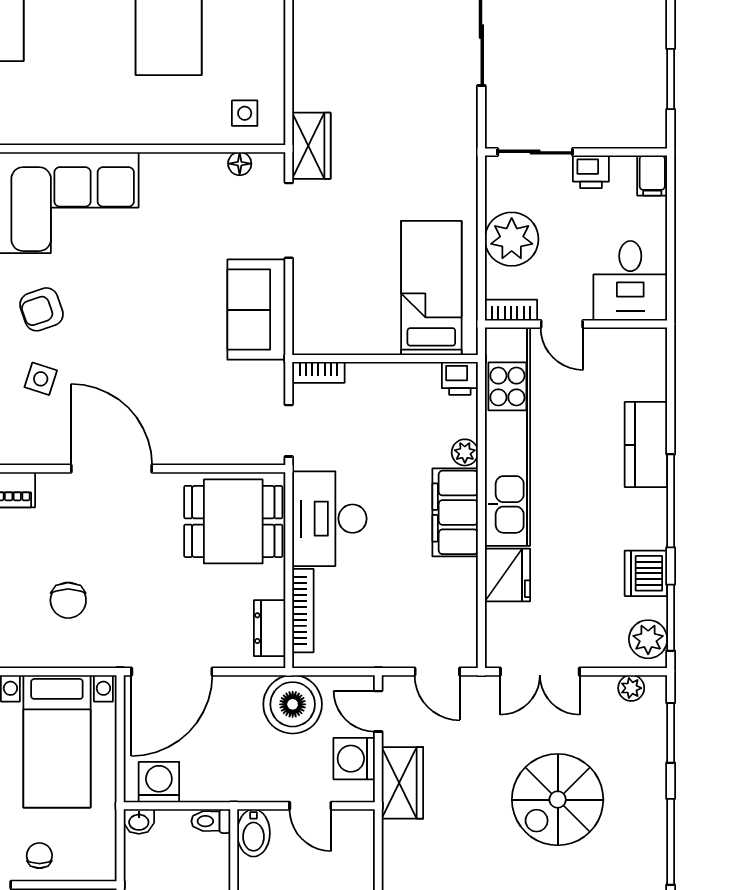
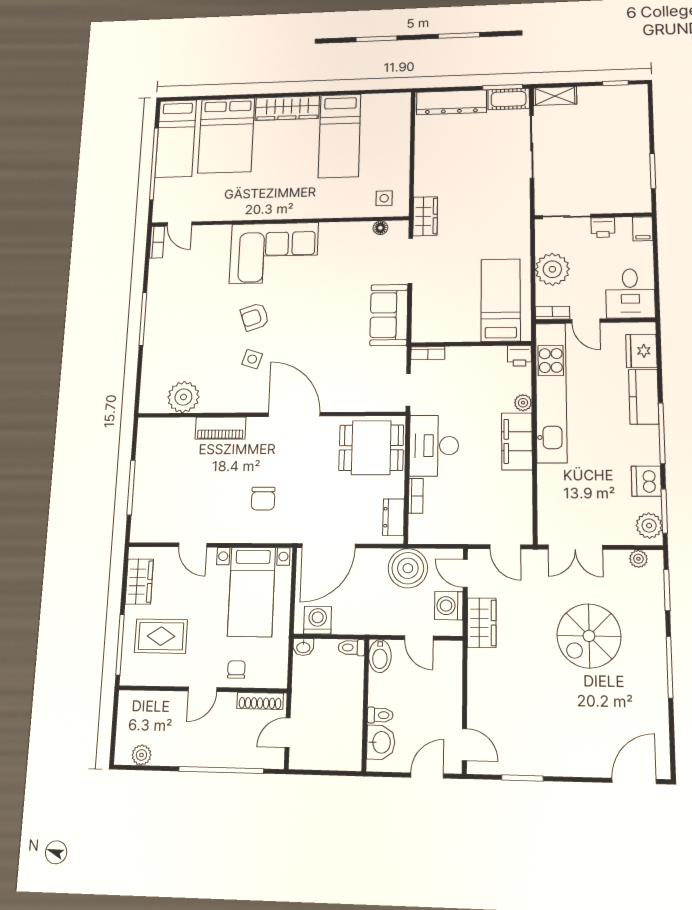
fridge: (508, 575) -> (641, 351), moved, turned 180
bookcase: (303, 611) -> (416, 496), width x0.64

